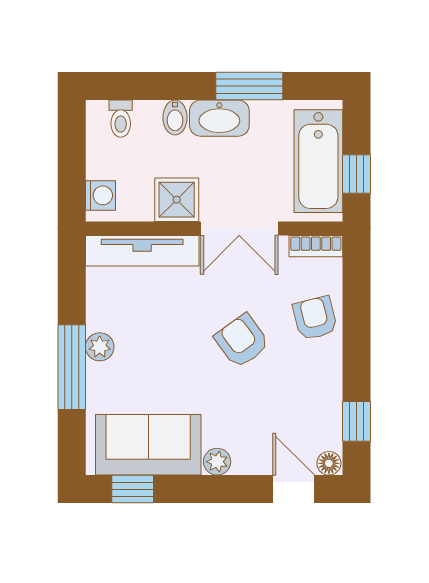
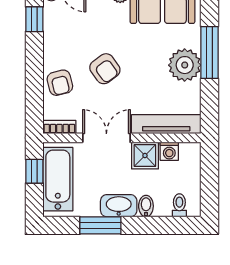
washing machine: (100, 195) -> (169, 151), moved, turned -90
plant: (100, 347) -> (185, 65), width x1.87, depth x1.87

